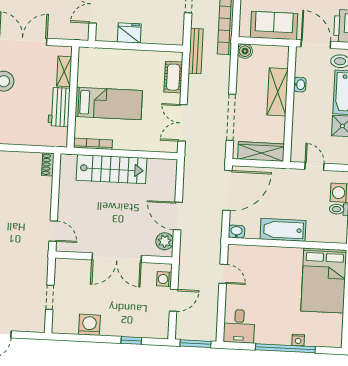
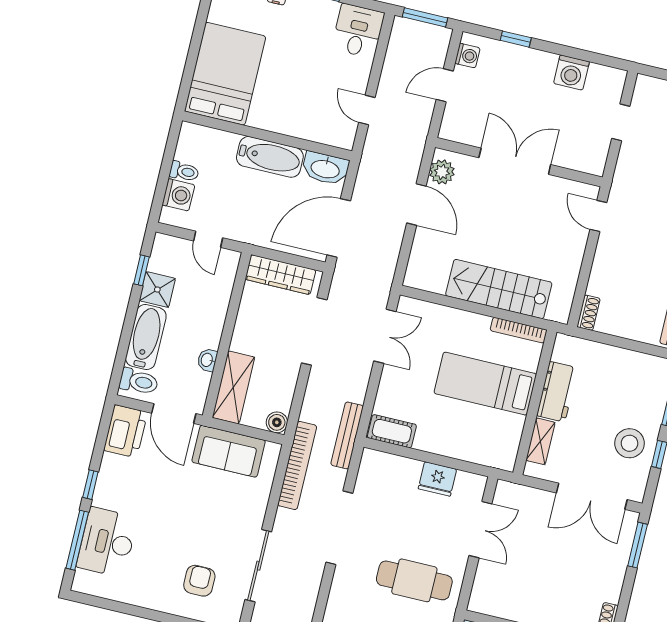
cot: (173, 77) -> (392, 431), moved, turned 90
shelving: (278, 92) -> (233, 387), moved
washbasin: (237, 232) -> (325, 168), width x1.91, depth x1.45
washing machine: (164, 279) -> (467, 56), moved

